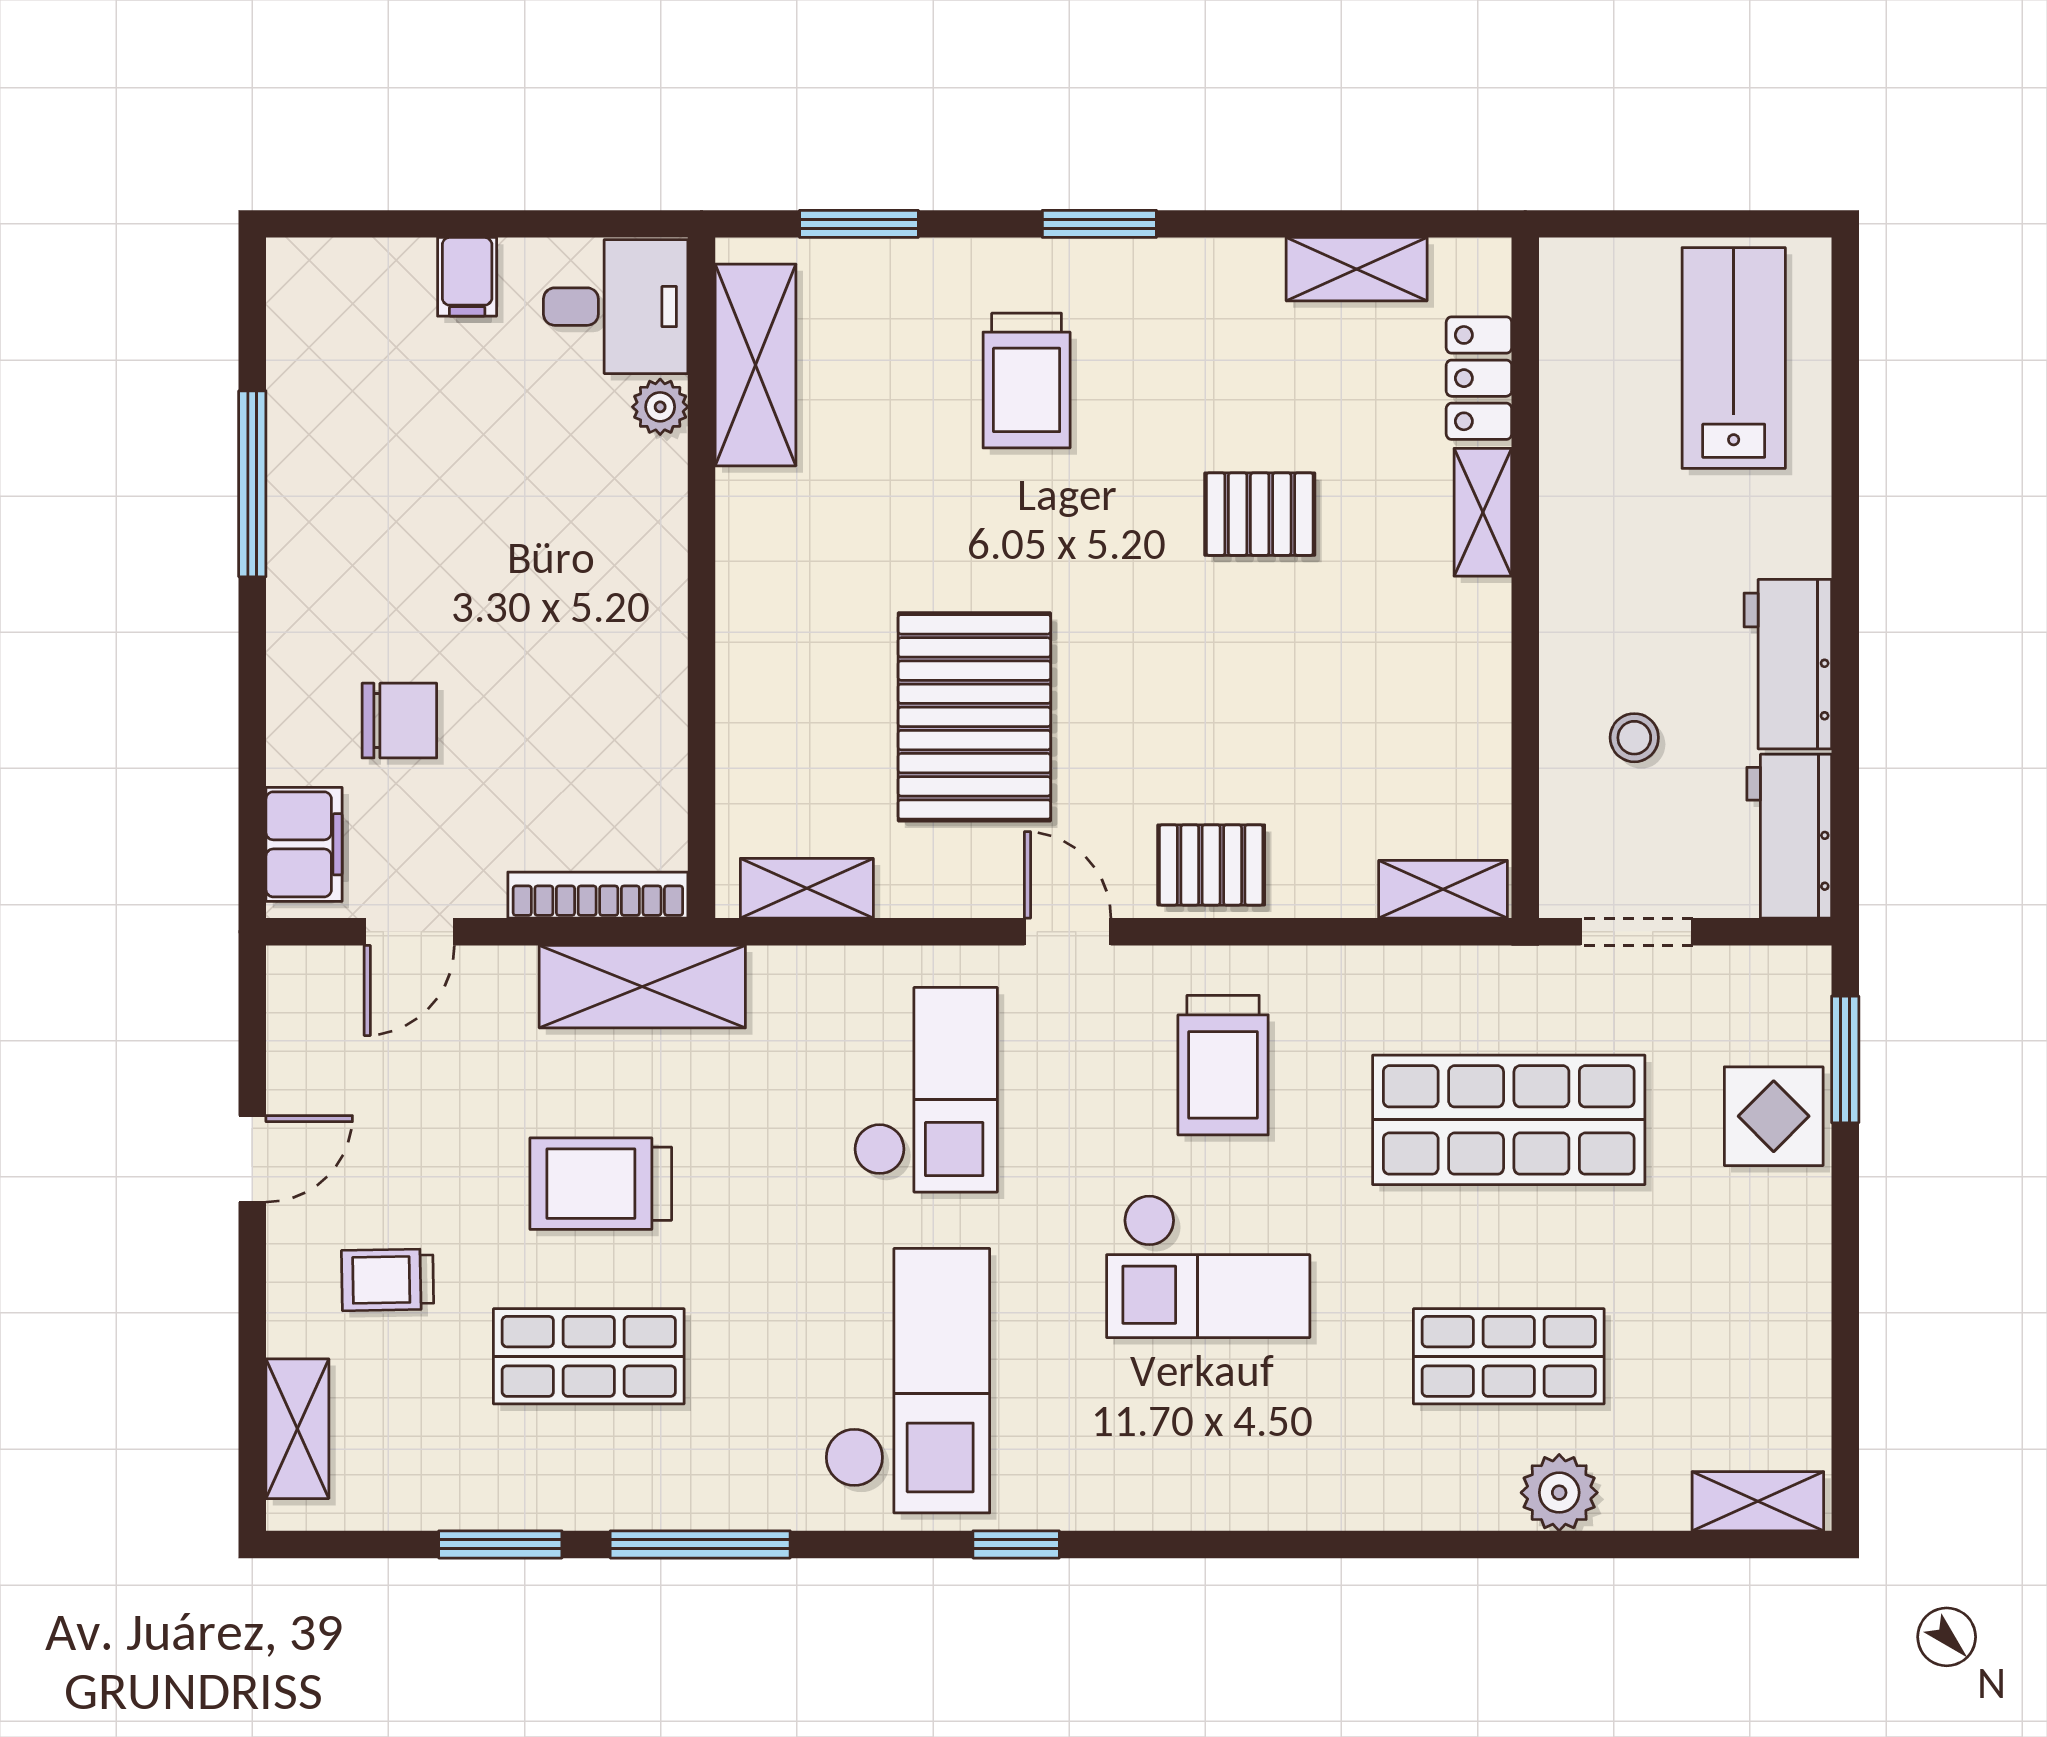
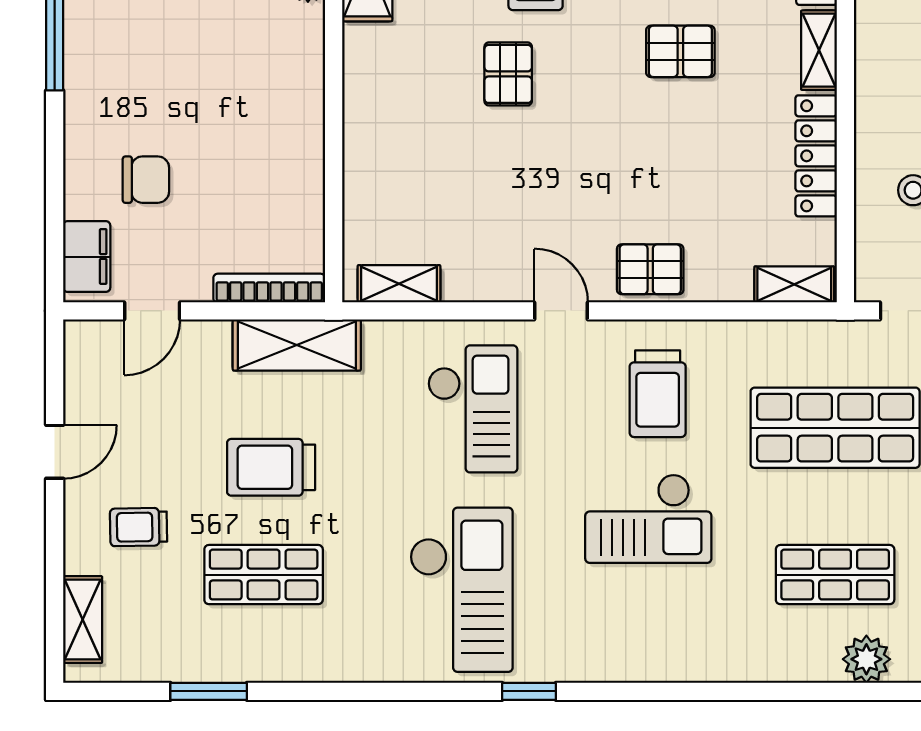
locker: (1478, 682) -> (816, 156), added
pallet: (974, 717) -> (508, 74), moved, width x0.49, depth x0.50
window: (700, 1544) -> (333, 691), removed

